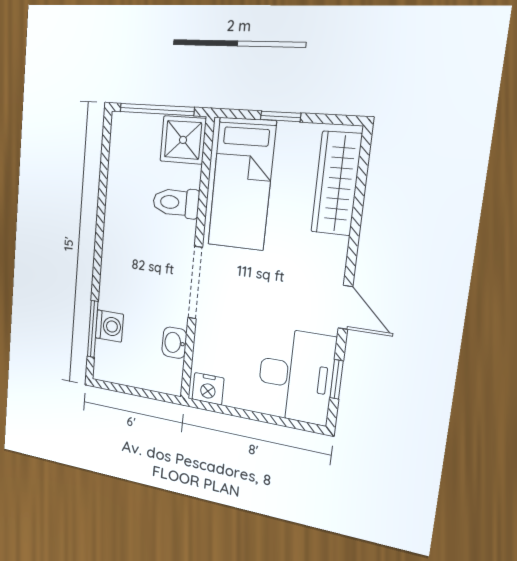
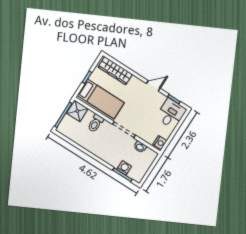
desk: (296, 376) -> (171, 114), width x0.73

